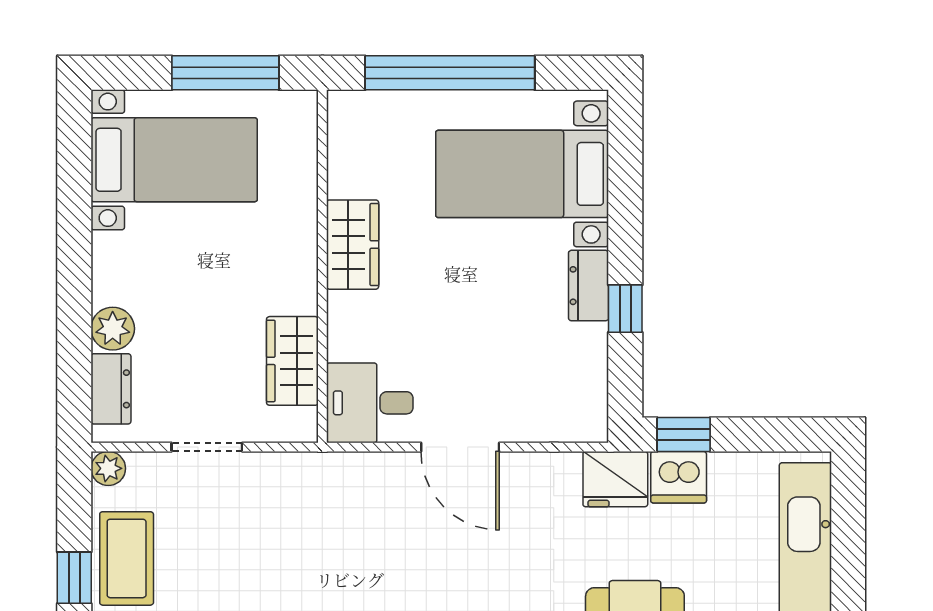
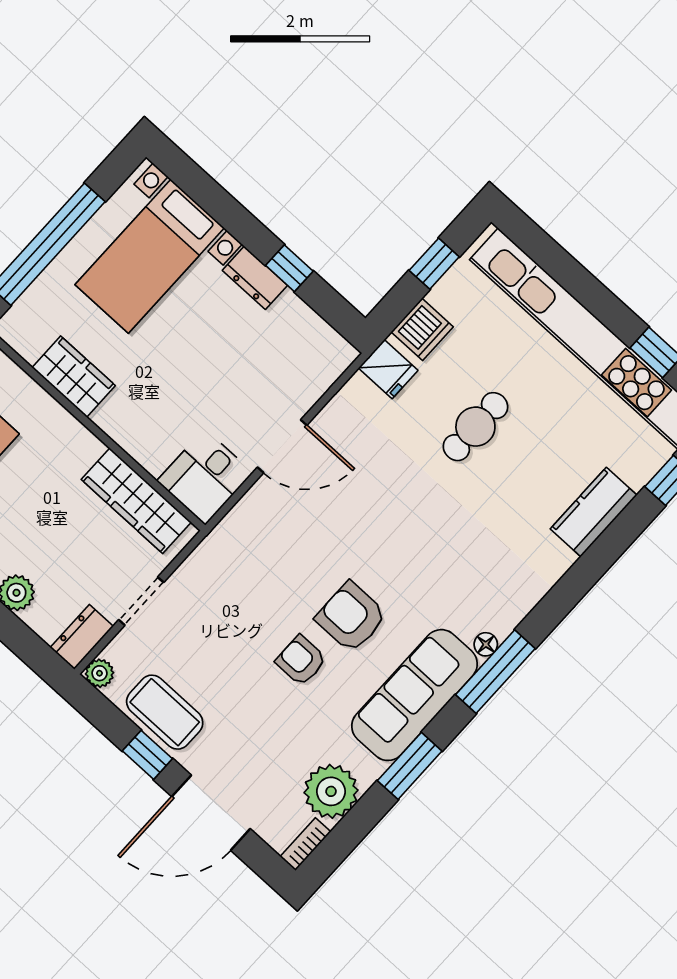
wardrobe: (353, 245) -> (74, 377), moved
wardrobe: (292, 361) -> (136, 501), width x1.50
dresser: (111, 389) -> (82, 637), moved, turned -90
window: (684, 434) -> (434, 264), moved
fridge: (615, 479) -> (388, 369), width x0.72

